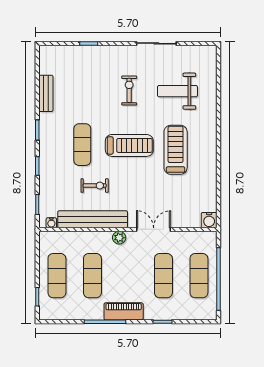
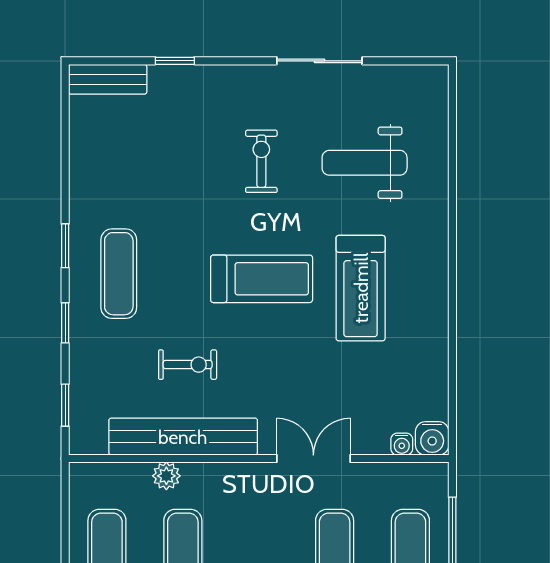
bench: (46, 93) -> (108, 79), moved, turned 90
exercise mat: (82, 145) -> (119, 274), moved
treadmill: (176, 150) -> (361, 288), turned 180
water cooler: (51, 223) -> (402, 444), moved
plant: (119, 238) -> (166, 476), moved

